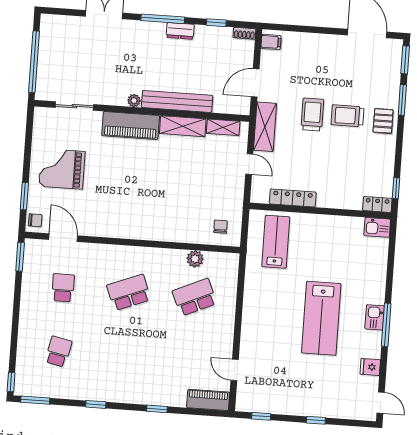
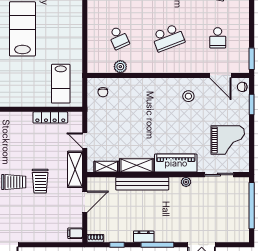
plant: (134, 101) -> (186, 182), moved
grand piano: (62, 169) -> (228, 140), moved
stool: (107, 213) -> (188, 96), added
school desk: (195, 297) -> (119, 38), width x0.54

